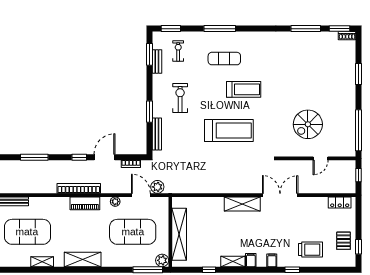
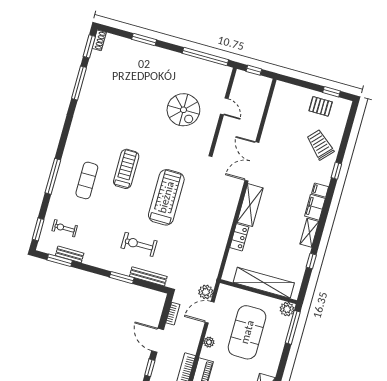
exercise bike: (180, 98) -> (139, 244), moved
locker: (340, 202) -> (239, 237), moved
trolley: (311, 250) -> (320, 145), turned -47
filing cabinet: (251, 260) -> (315, 207), width x2.00

